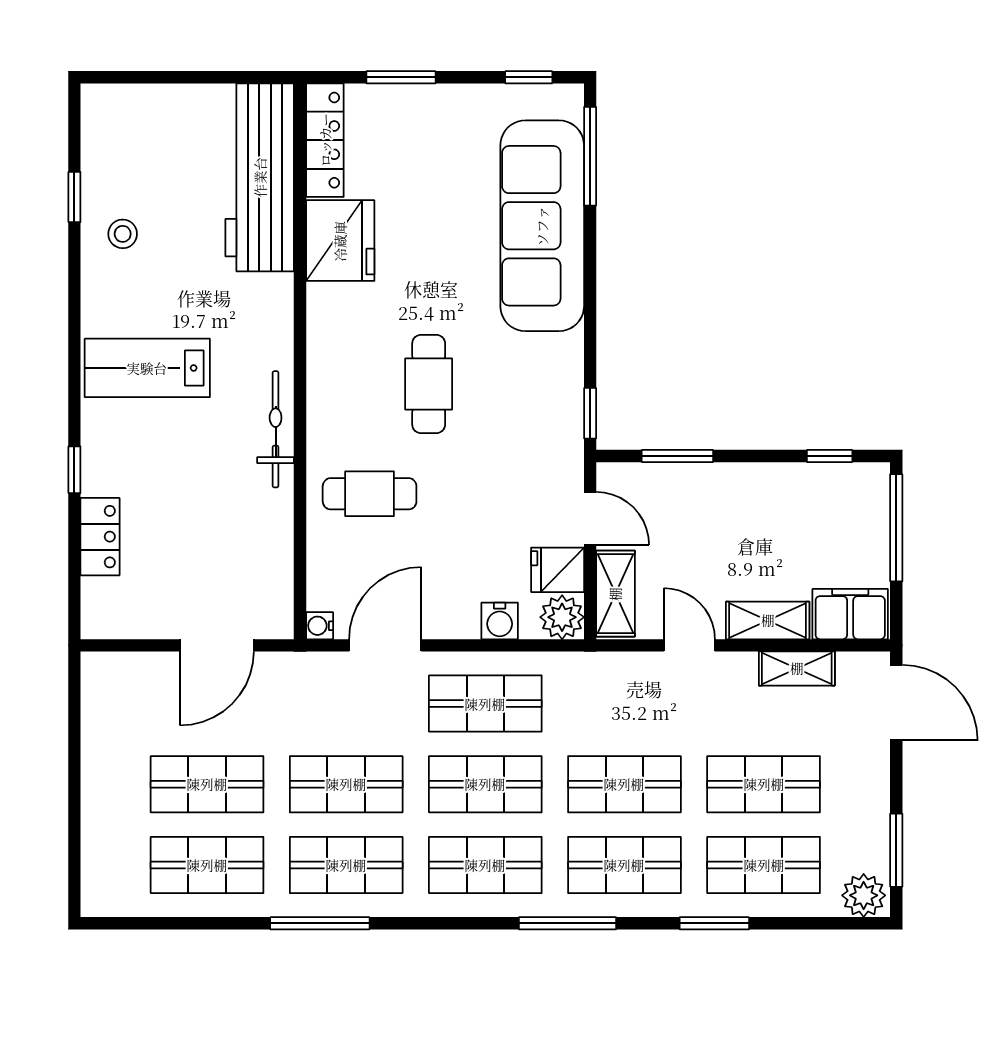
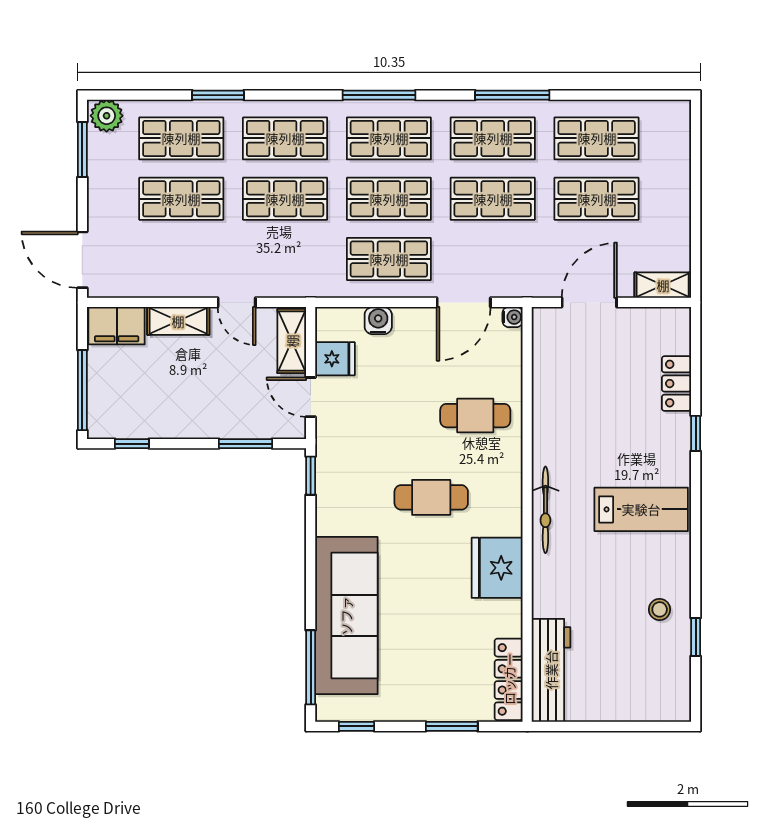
workbench: (260, 177) -> (551, 670), width x0.73, depth x0.76
fridge: (340, 241) -> (497, 568), moved
cafe table: (429, 384) -> (431, 497), turned 90
bicycle: (276, 429) -> (545, 510), moved
plant: (562, 617) -> (332, 323), removed
shelving: (797, 668) -> (663, 285), moved
window: (567, 923) -> (379, 95), moved

